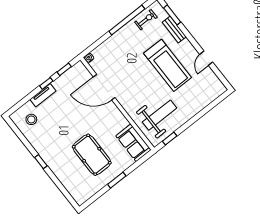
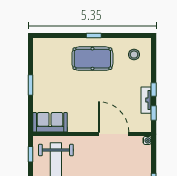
door: (104, 87) -> (114, 134), hinge flipped
tv unit: (43, 95) -> (146, 100), moved
pool table: (92, 155) -> (92, 59), moved

